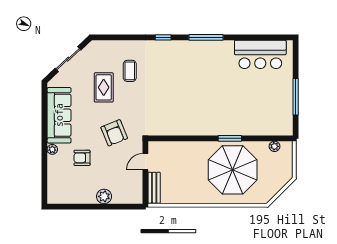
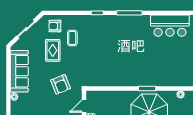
armchair: (82, 158) -> (55, 26), moved

